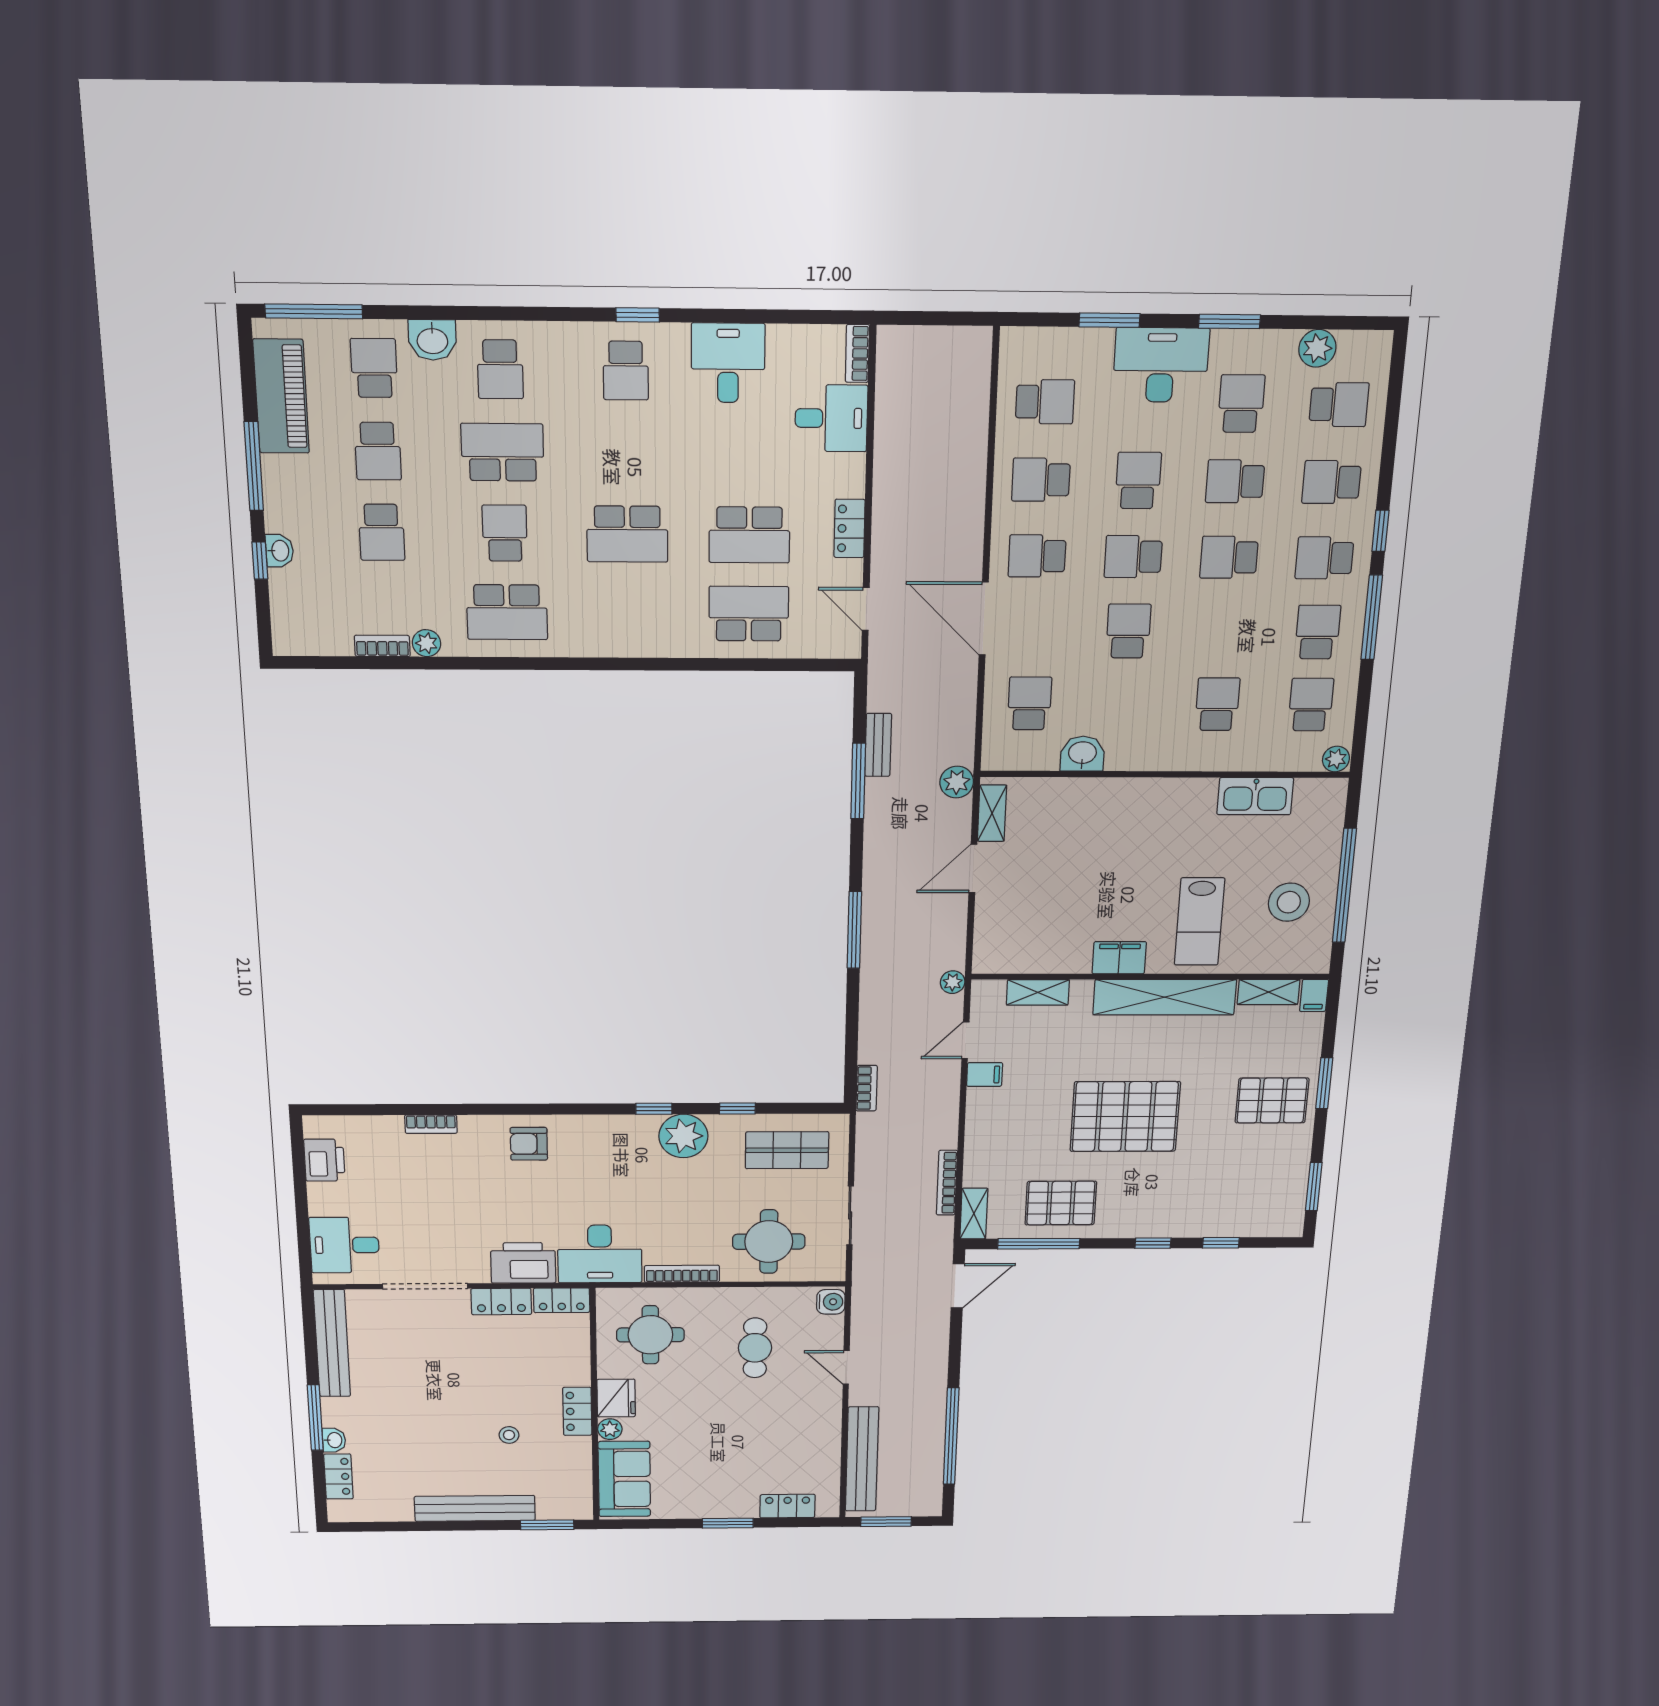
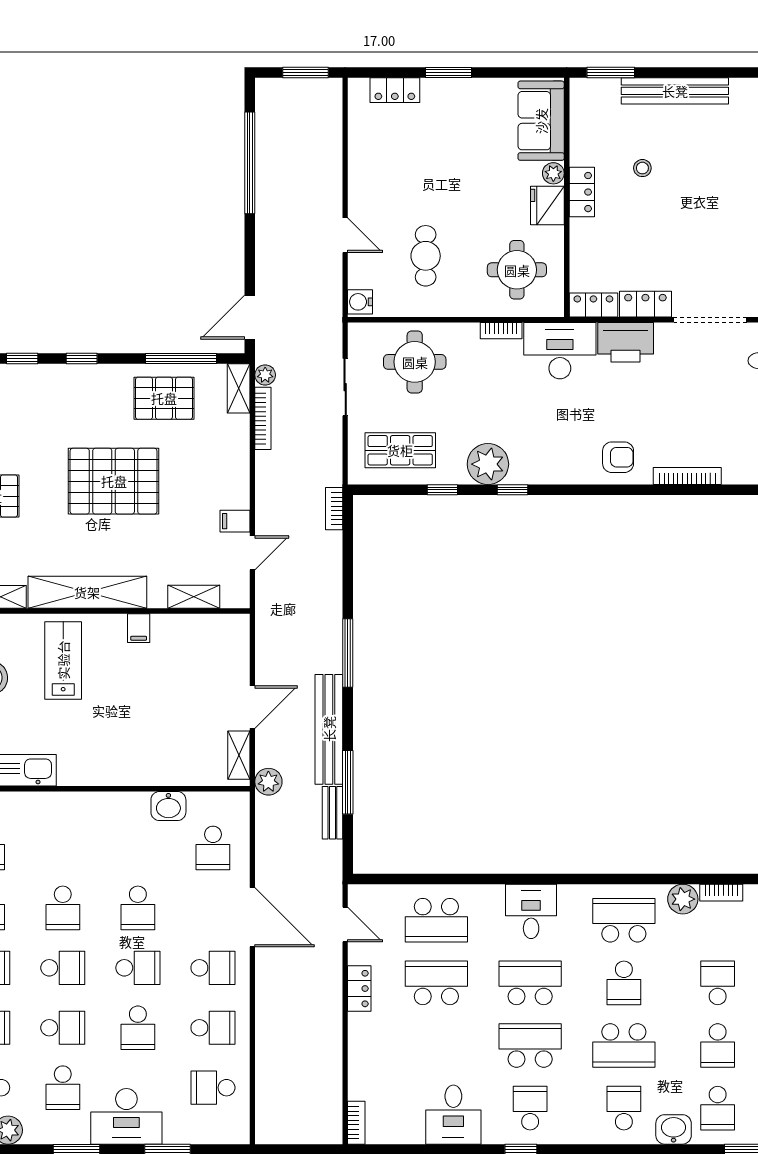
desk: (831, 418) -> (531, 911), moved, turned 90
school desk: (378, 451) -> (718, 1045), turned 180
school desk: (627, 453) -> (530, 1045), added
plant: (426, 643) -> (683, 899), width x1.38, depth x1.38
school desk: (1217, 704) -> (63, 908), moved
filing cabinet: (1119, 958) -> (139, 628), width x0.50
plant: (953, 982) -> (265, 375), moved
bookcase: (431, 1124) -> (687, 476), width x1.56
bookcase: (682, 1274) -> (501, 331), width x0.64
bench: (862, 1459) -> (329, 729), moved

